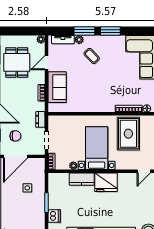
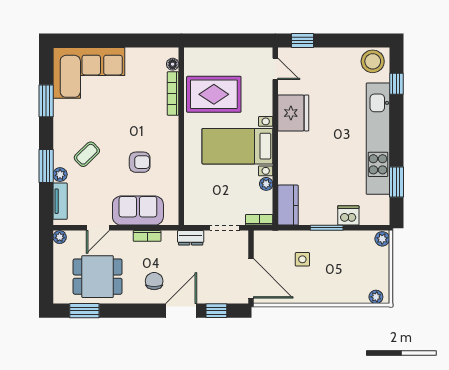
window: (110, 31) -> (46, 101), moved
door: (47, 63) -> (98, 228), hinge flipped
armchair: (87, 88) -> (140, 162), added
chair: (15, 136) -> (154, 281), moved
kitchen counter: (82, 179) -> (288, 205), moved
fridge: (106, 182) -> (293, 113), moved

